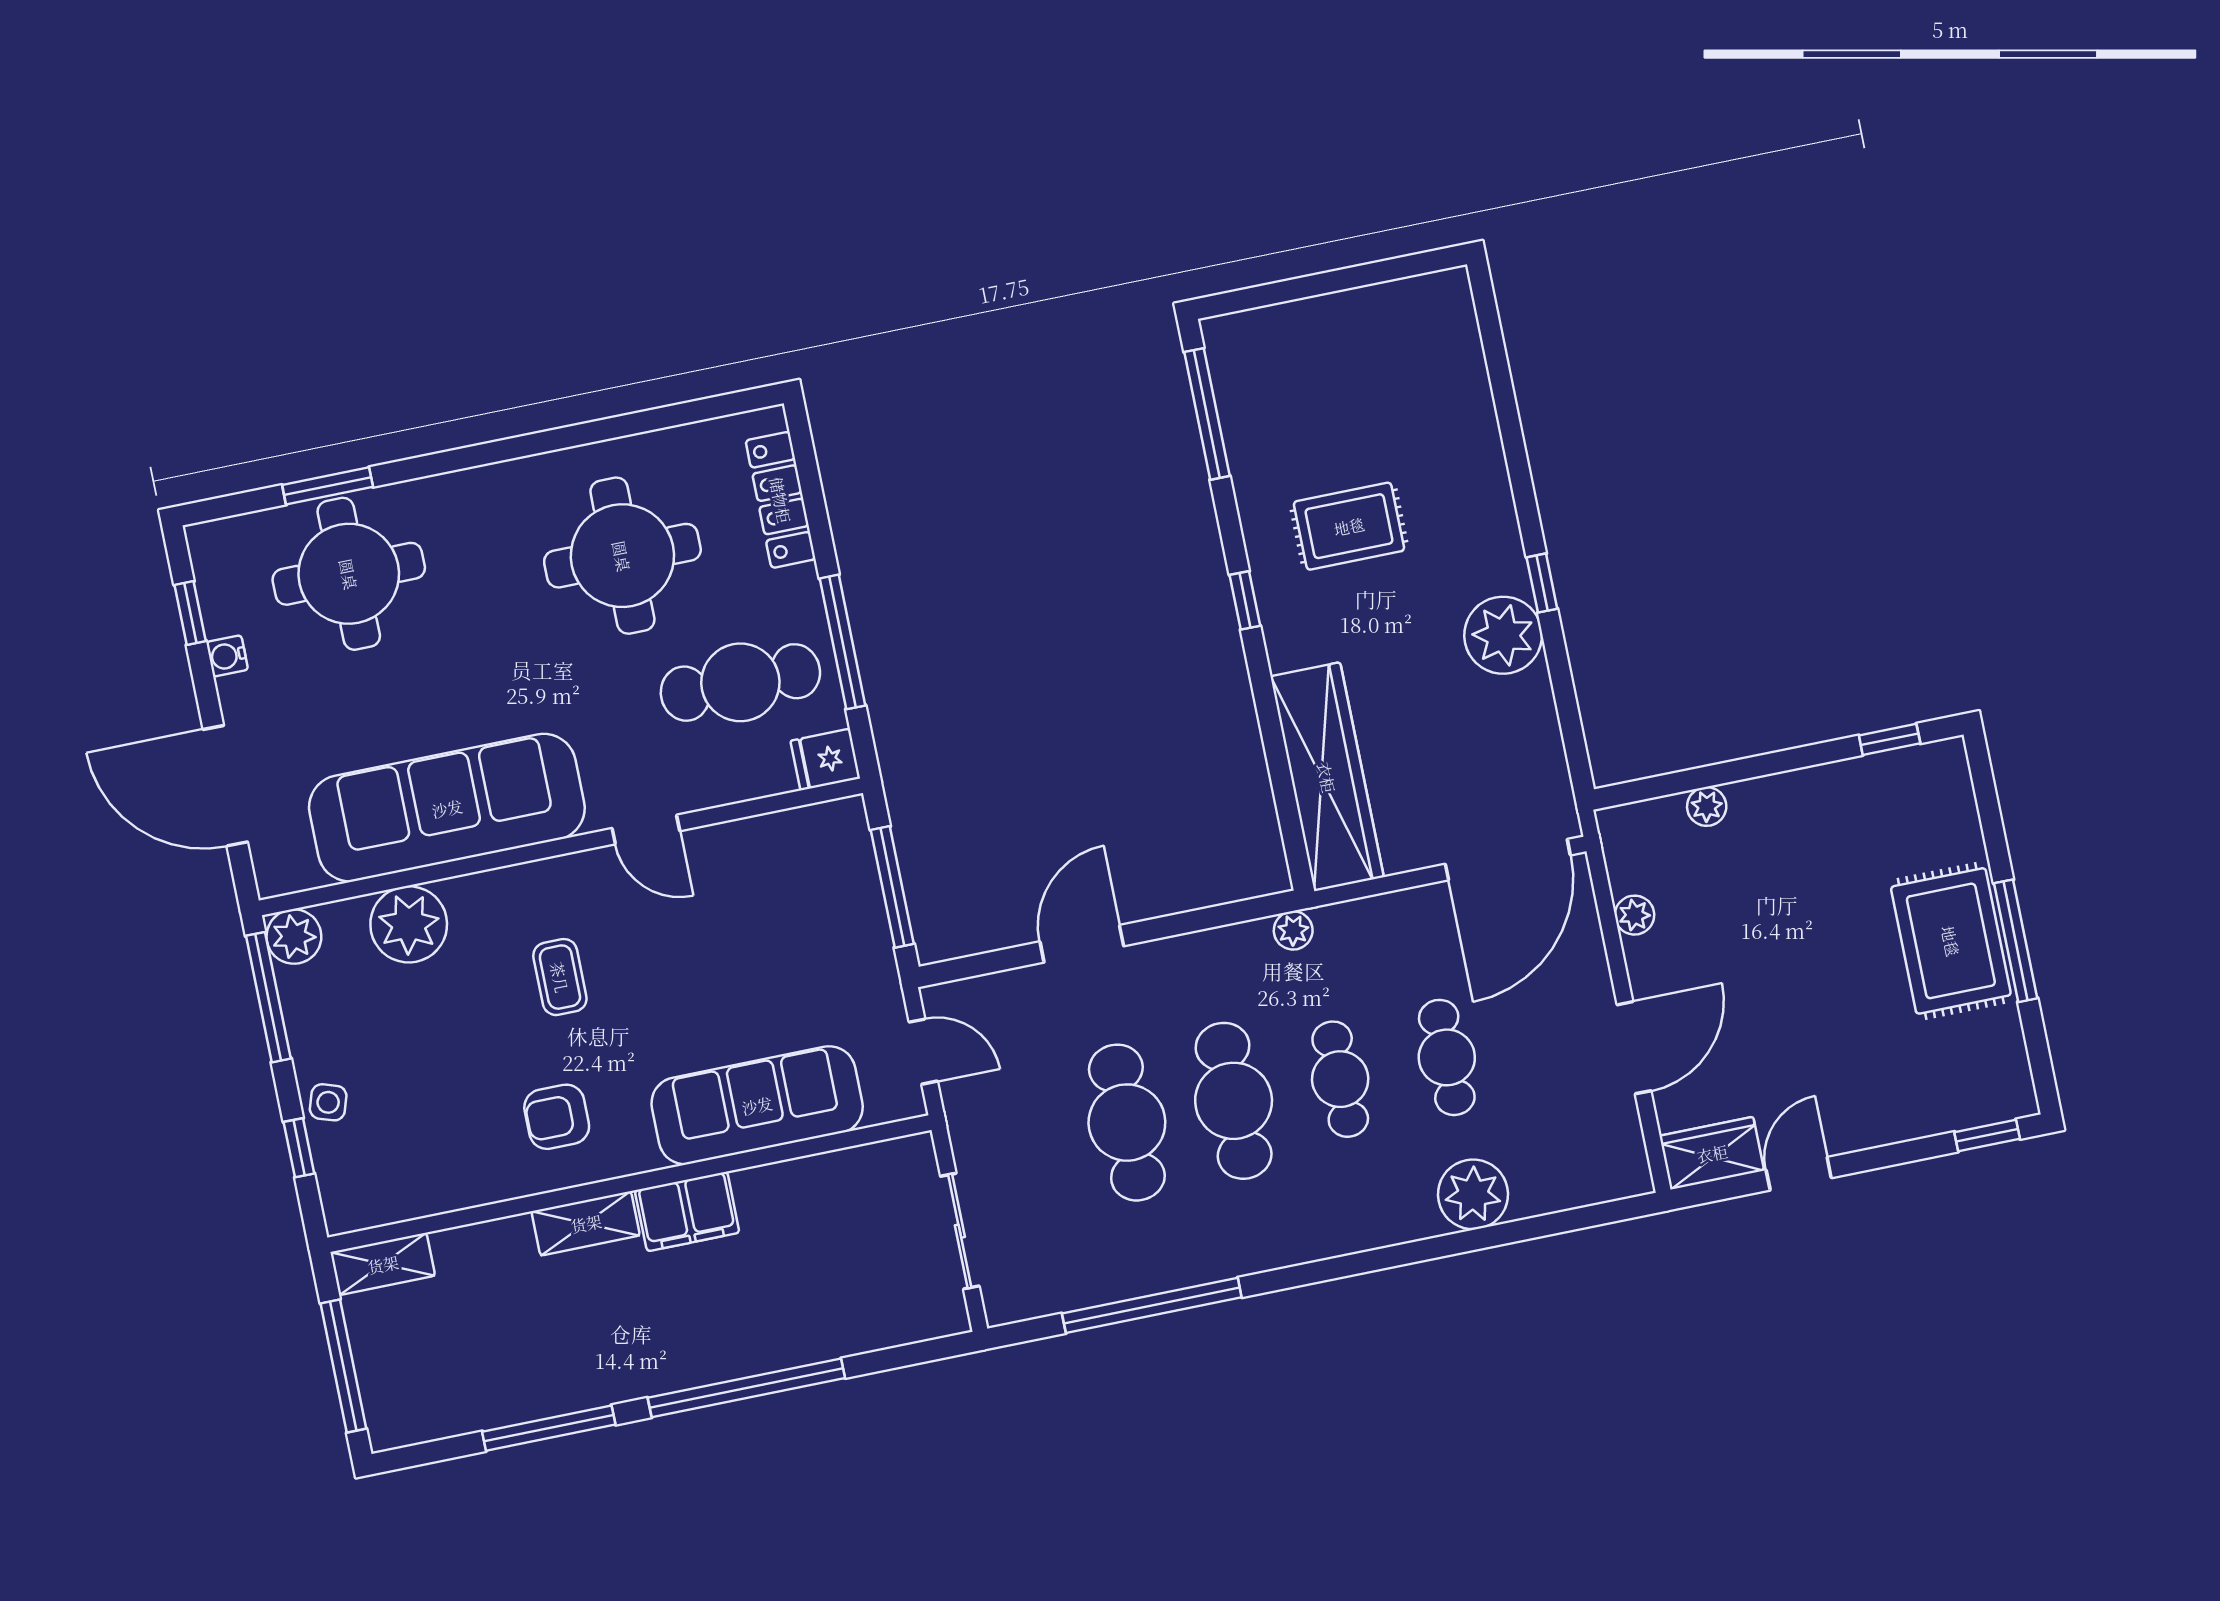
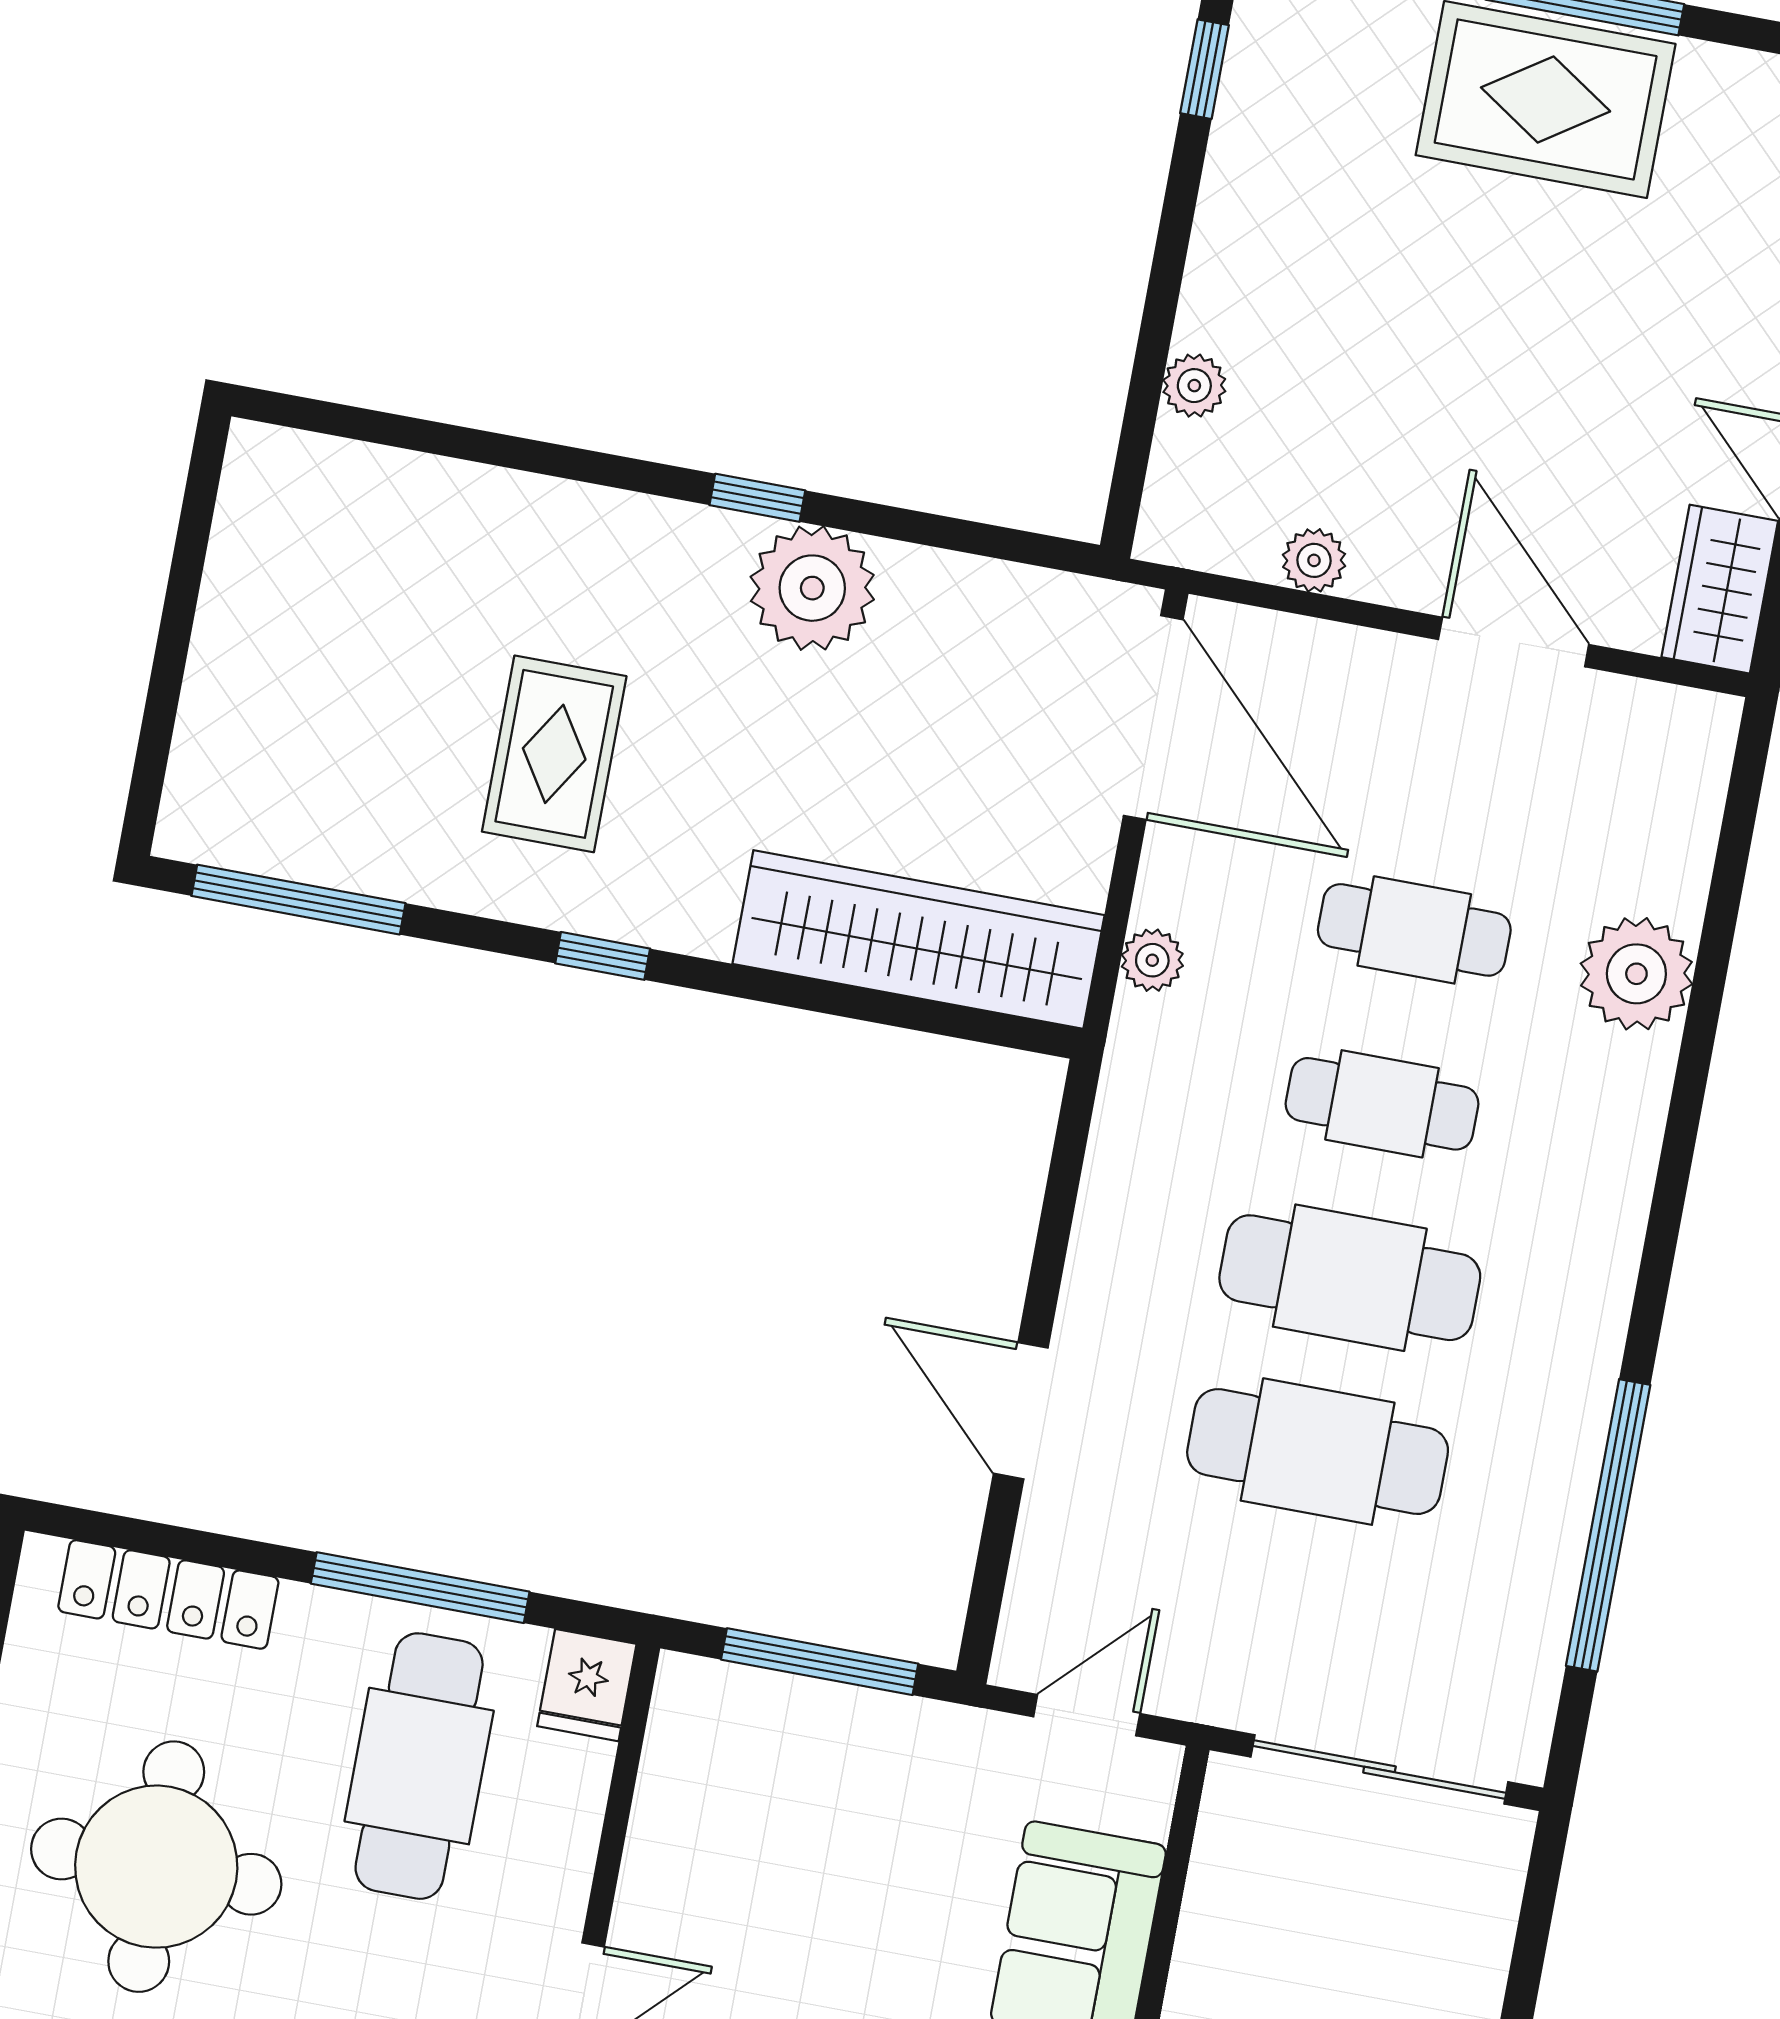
plant: (1293, 930) -> (1152, 960), moved
sliding door: (960, 1231) -> (1379, 1769), width x1.37

